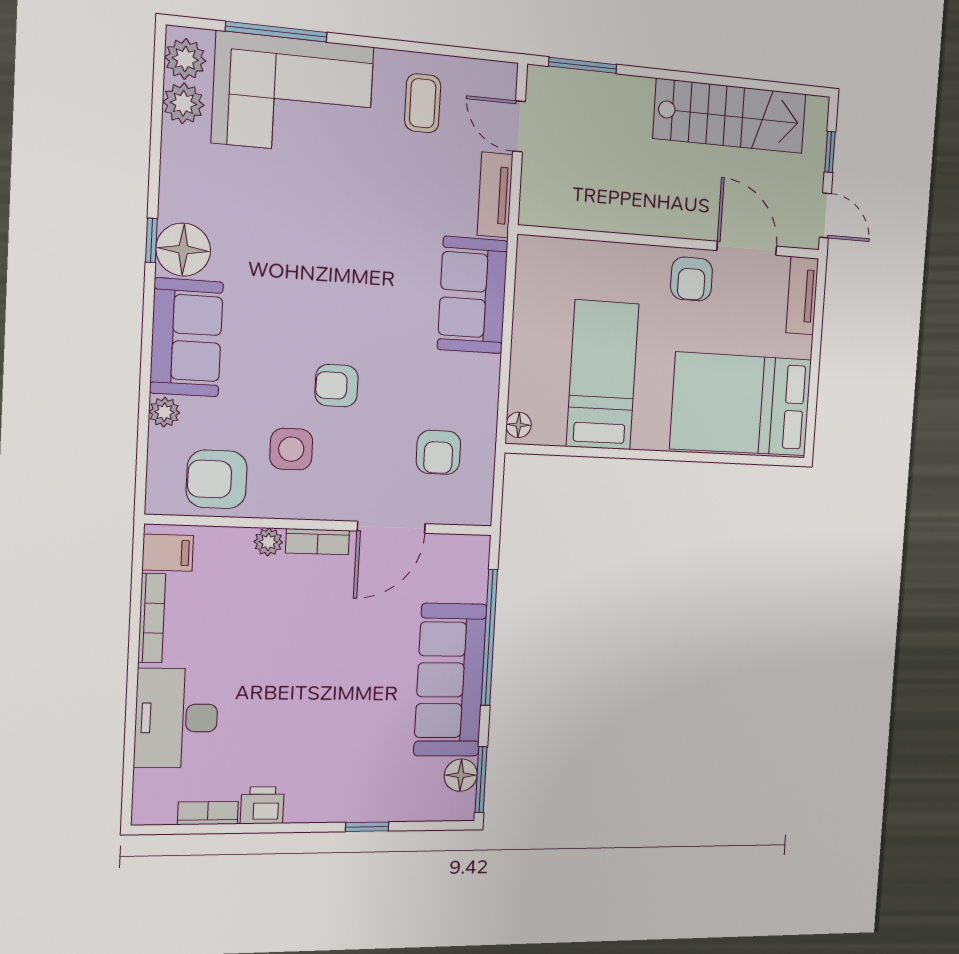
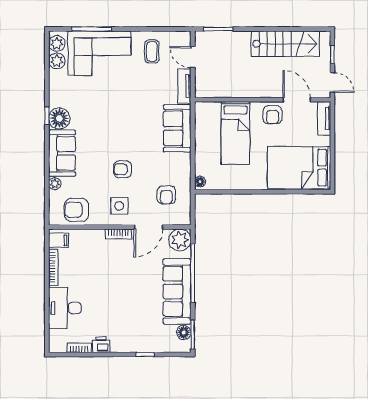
bed: (603, 375) -> (235, 133), moved, turned 180
side table: (291, 449) -> (119, 206), moved
plant: (268, 542) -> (180, 240), moved, width x1.88, depth x1.88

